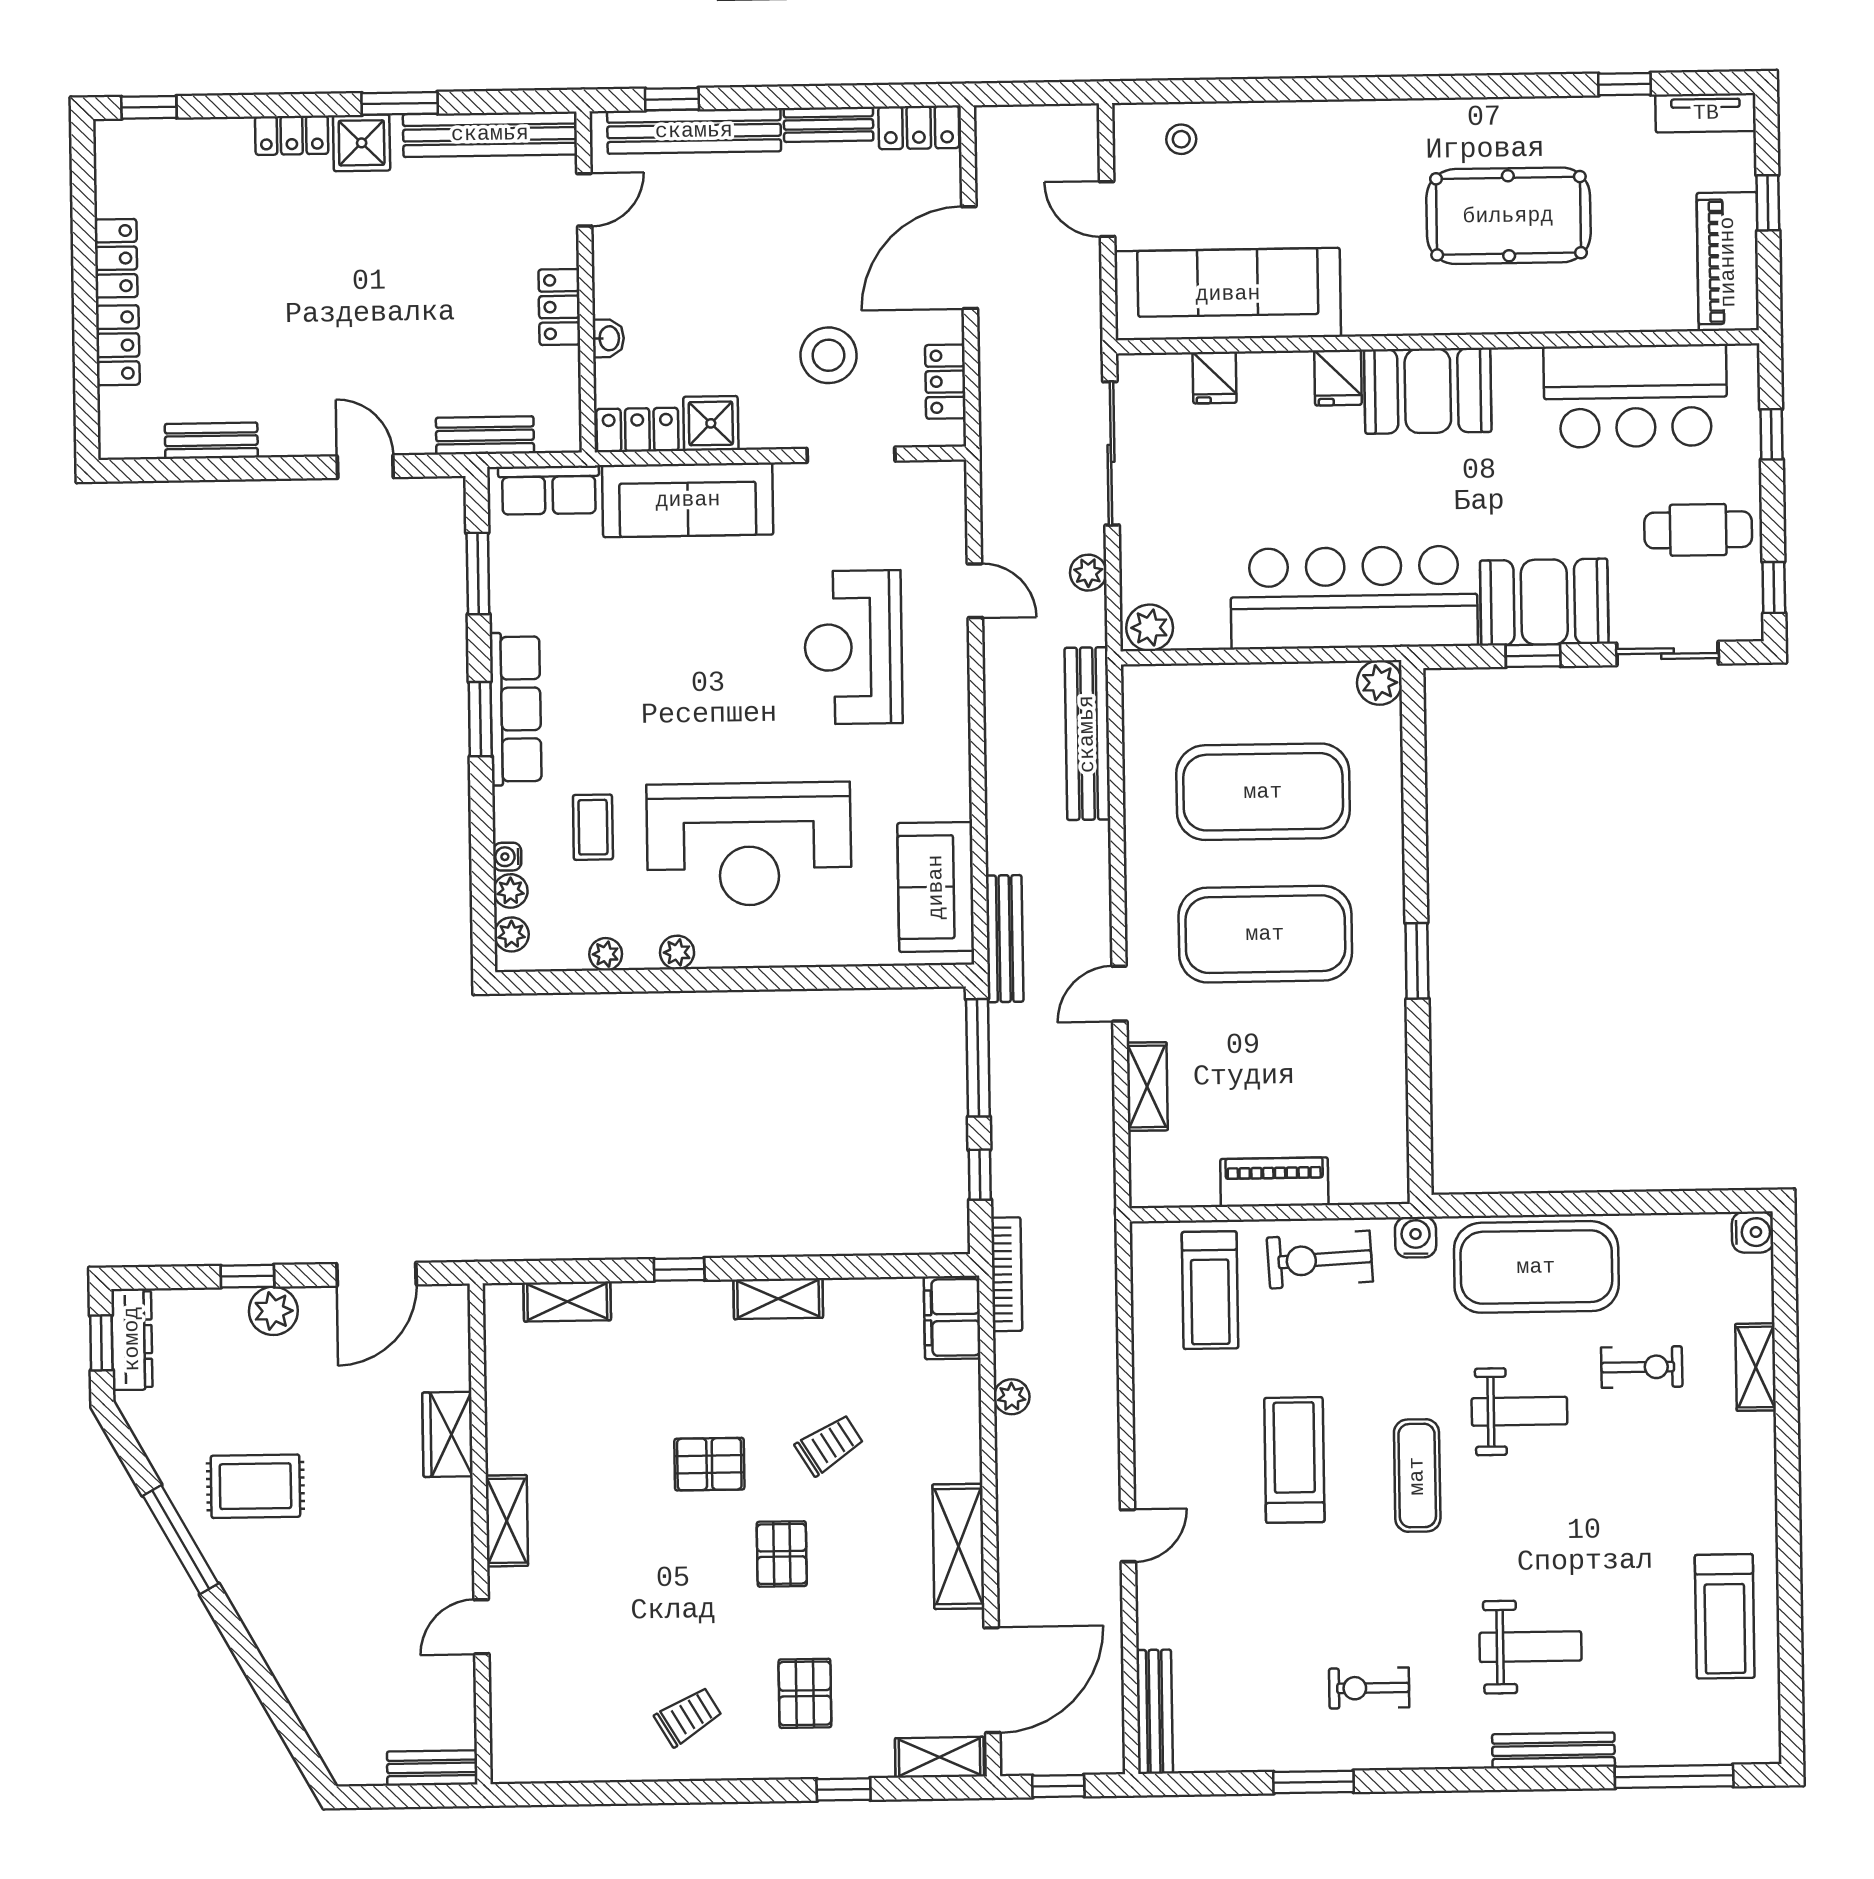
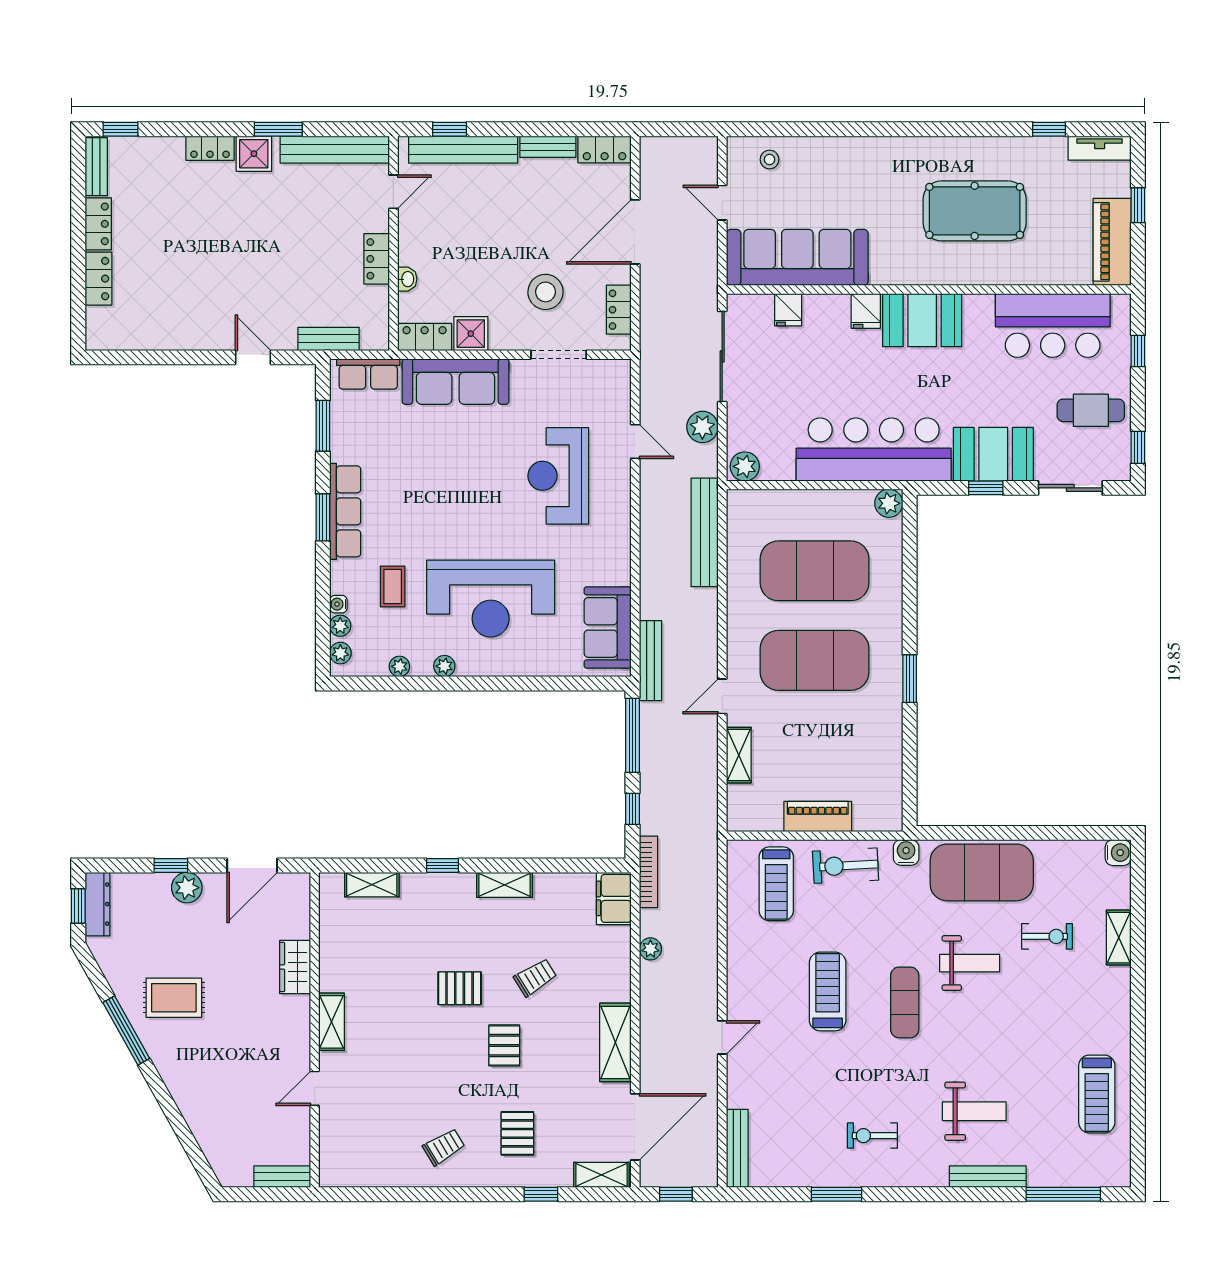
bench: (211, 441) -> (96, 167), moved, turned 90
plant: (1088, 573) -> (702, 427), width x1.38, depth x1.38

